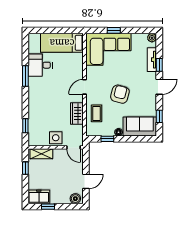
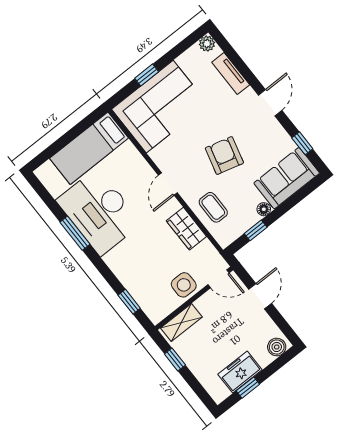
desk: (40, 65) -> (99, 212), width x1.87, depth x1.30
window: (159, 65) -> (246, 73), removed
door: (86, 181) -> (260, 296), moved
freezer: (39, 197) -> (240, 372), moved

